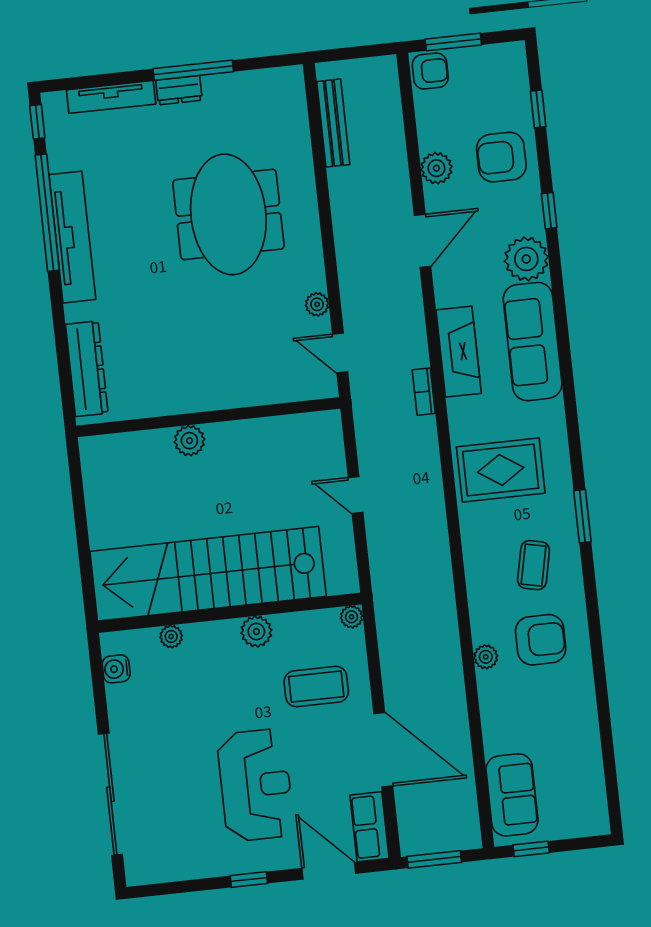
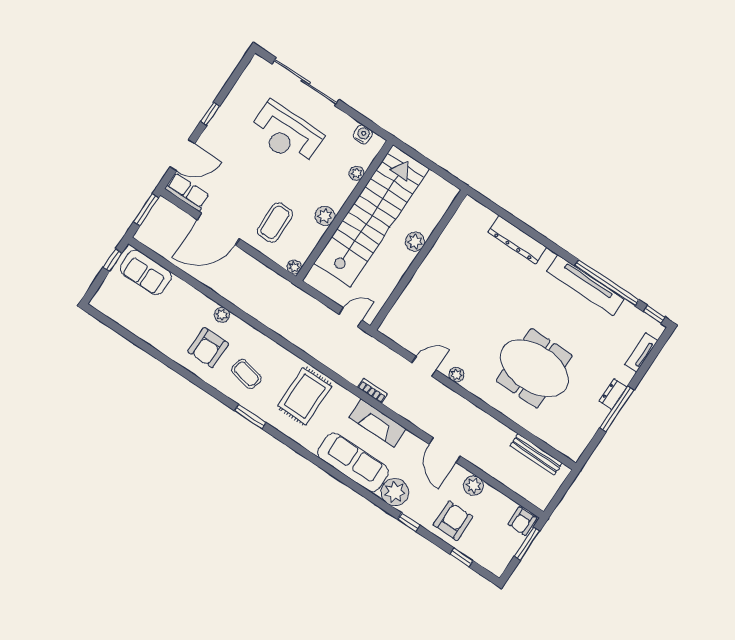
tv unit: (111, 97) -> (641, 353), width x0.71
wall: (208, 417) -> (419, 260), moved
plant: (189, 441) -> (415, 242), moved
reception desk: (256, 785) -> (286, 134), moved

